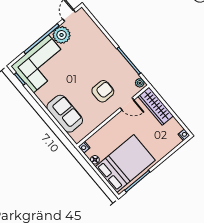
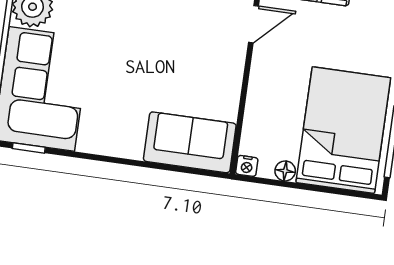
armchair: (103, 91) -> (192, 40), removed
sofa: (65, 114) -> (190, 142), moved

